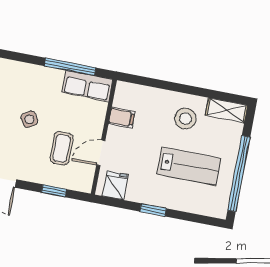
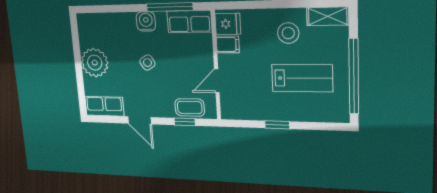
water cooler: (40, 76) -> (146, 21), added
coffee table: (62, 148) -> (190, 107), moved, turned 90
fridge: (116, 185) -> (228, 24), moved, turned 90

